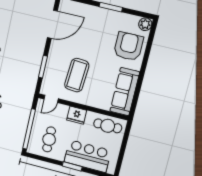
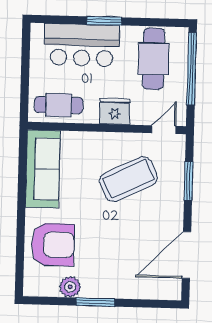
plant: (145, 24) -> (70, 287), moved
armchair: (128, 46) -> (53, 245), turned -90
coffee table: (77, 75) -> (128, 179), turned 60
cafe table: (49, 139) -> (154, 59), width x1.37, depth x1.35

